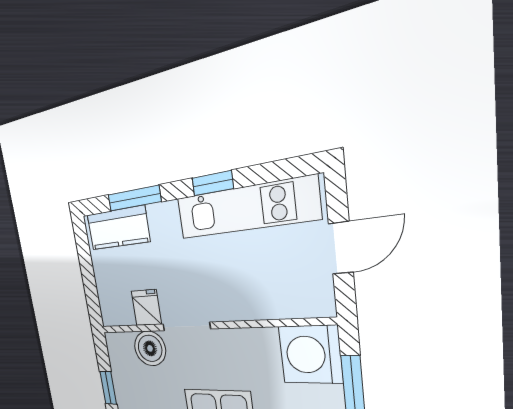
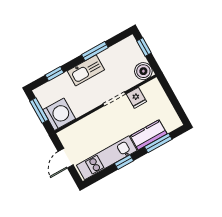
kitchen counter: (118, 228) -> (149, 135), moved
boiler: (150, 348) -> (143, 71), moved

